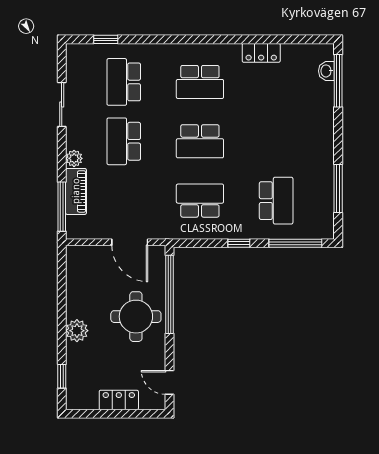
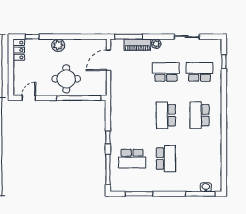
locker: (261, 53) -> (216, 150), removed
school desk: (200, 201) -> (166, 159), moved
door: (130, 242) -> (108, 60), moved
locker: (119, 400) -> (19, 50), moved

